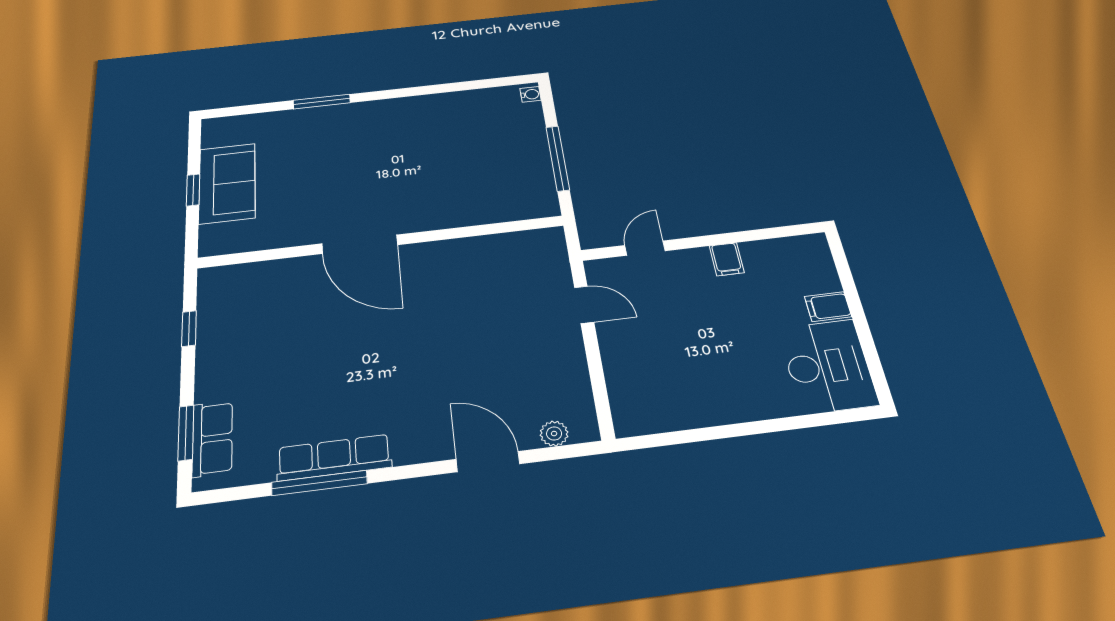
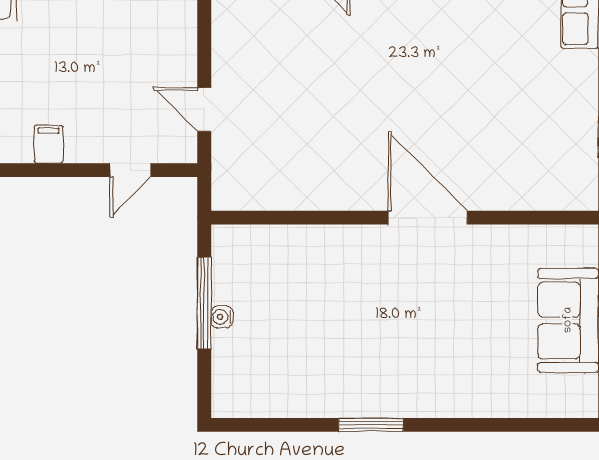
water cooler: (531, 94) -> (222, 317), moved
window: (322, 102) -> (371, 425), moved

